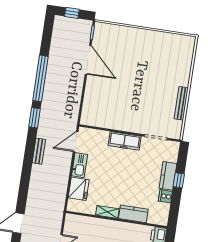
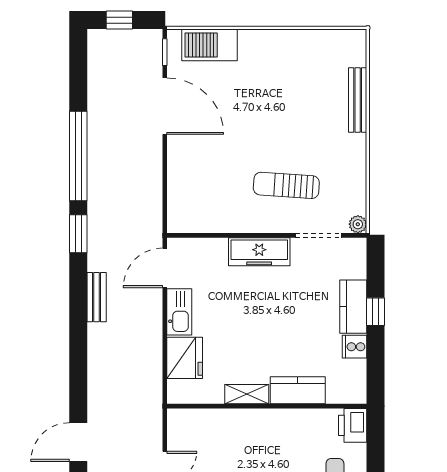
barbecue: (115, 32) -> (209, 45), added
bench: (181, 103) -> (358, 100), moved
sun lounger: (143, 109) -> (286, 185), added
plant: (177, 135) -> (358, 224), added

